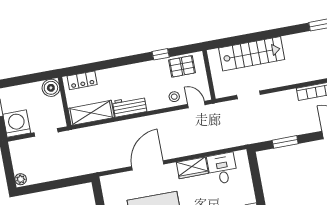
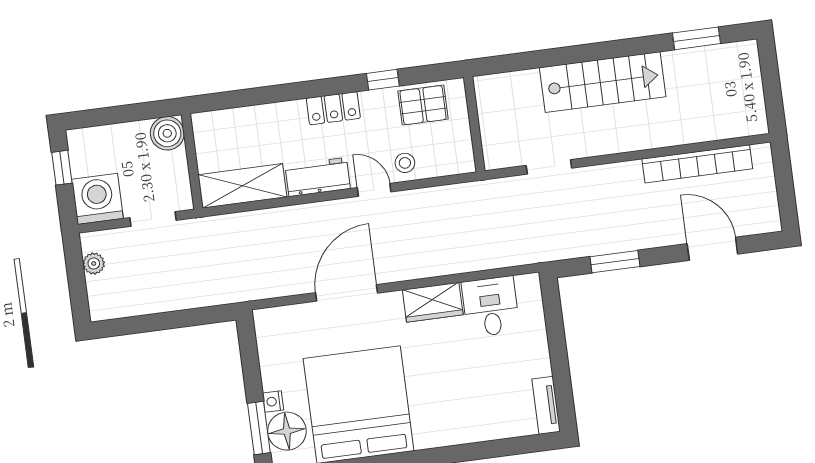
stairs: (252, 54) -> (603, 82), moved
locker: (82, 80) -> (333, 108), moved
door: (196, 104) -> (374, 190), moved
plant: (21, 179) -> (94, 264), moved

